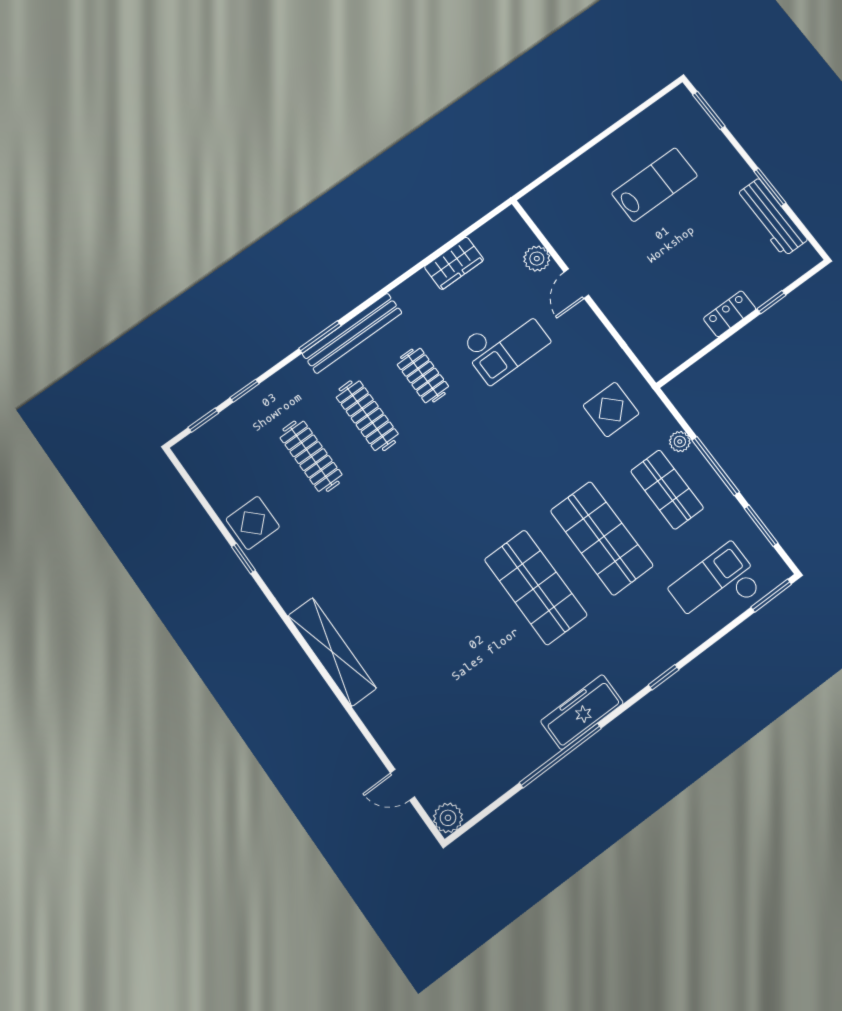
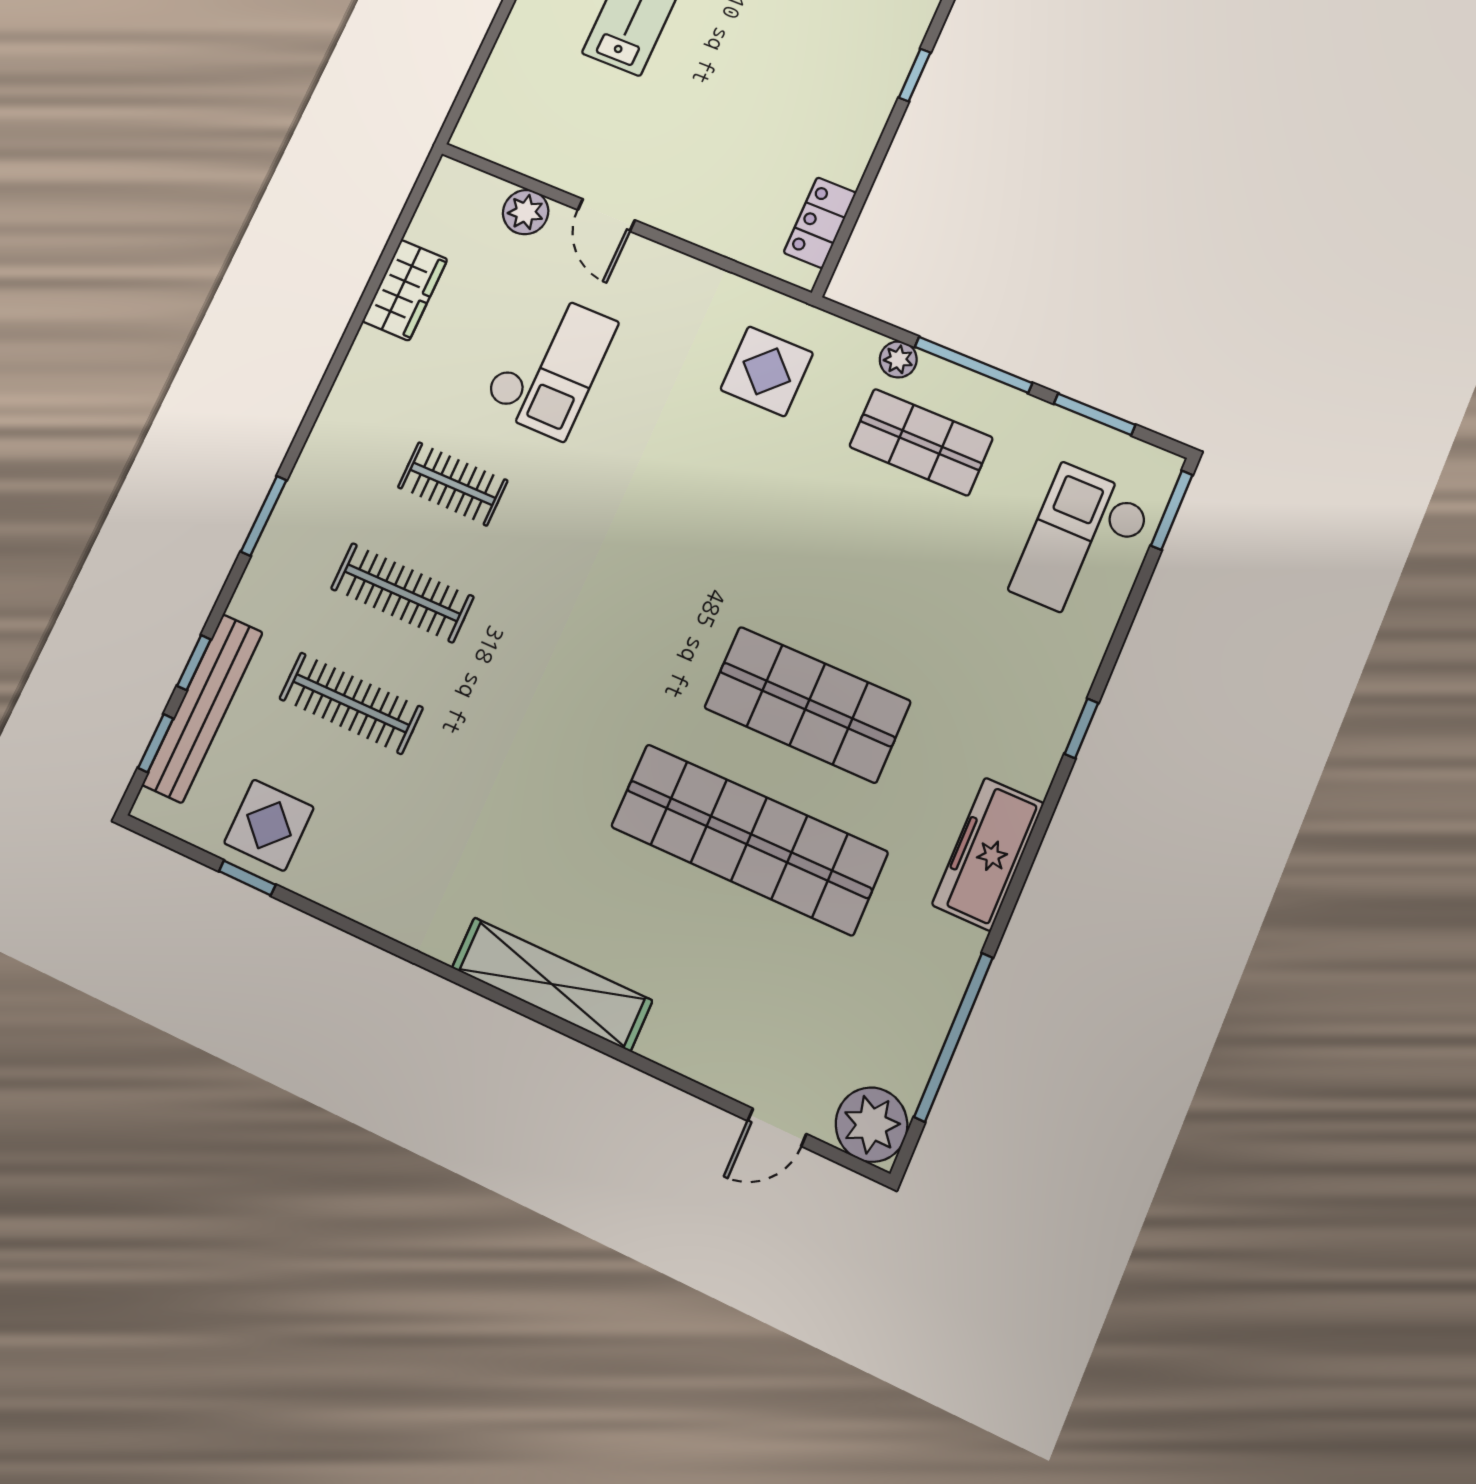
locker: (730, 314) -> (820, 223), moved
bench: (352, 333) -> (203, 708), moved
display table: (253, 523) -> (269, 825), moved
shop shelf: (602, 538) -> (749, 839), moved, width x1.40
window: (243, 558) -> (247, 878), moved
window: (560, 755) -> (954, 1037), moved
plant: (448, 818) -> (871, 1125), width x1.36, depth x1.36

